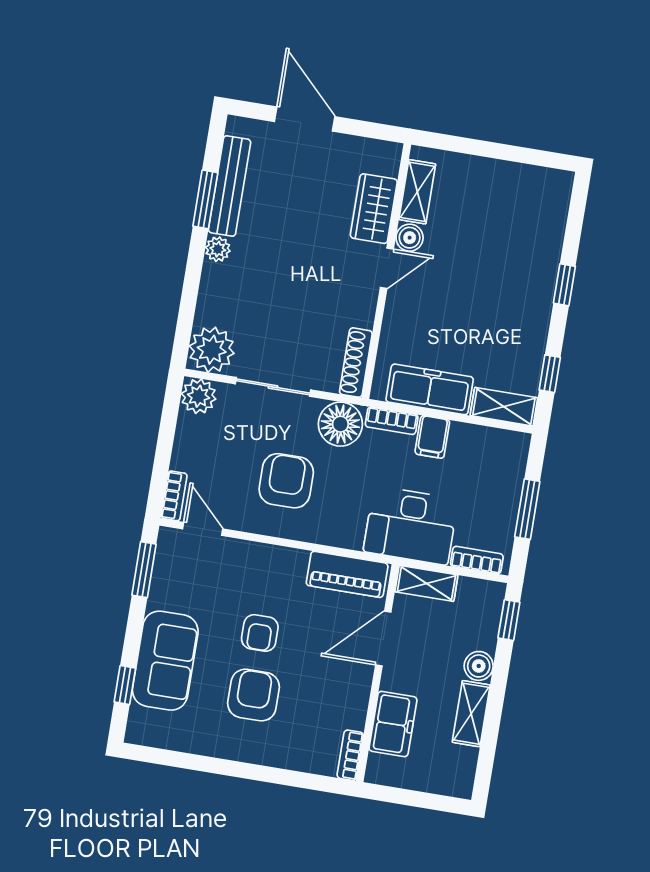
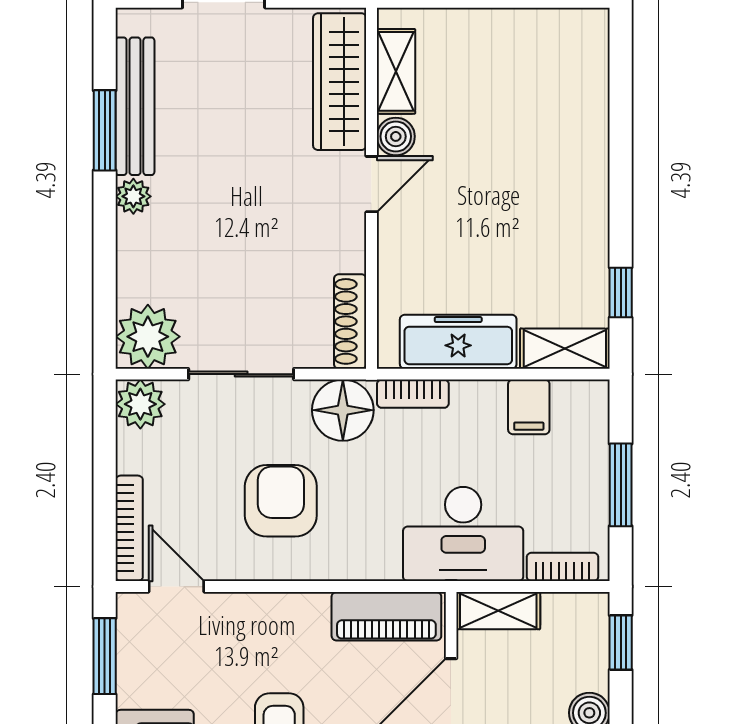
wardrobe: (374, 209) -> (340, 82), width x1.50
window: (564, 285) -> (621, 166), removed
filing cabinet: (432, 437) -> (529, 407), moved
bookcase: (174, 496) -> (129, 528), width x1.56

